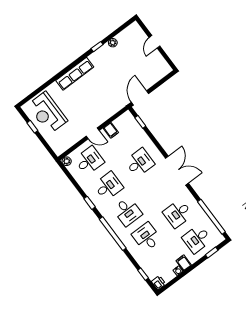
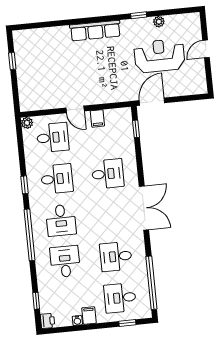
reception desk: (47, 113) -> (159, 56), moved, turned 90

